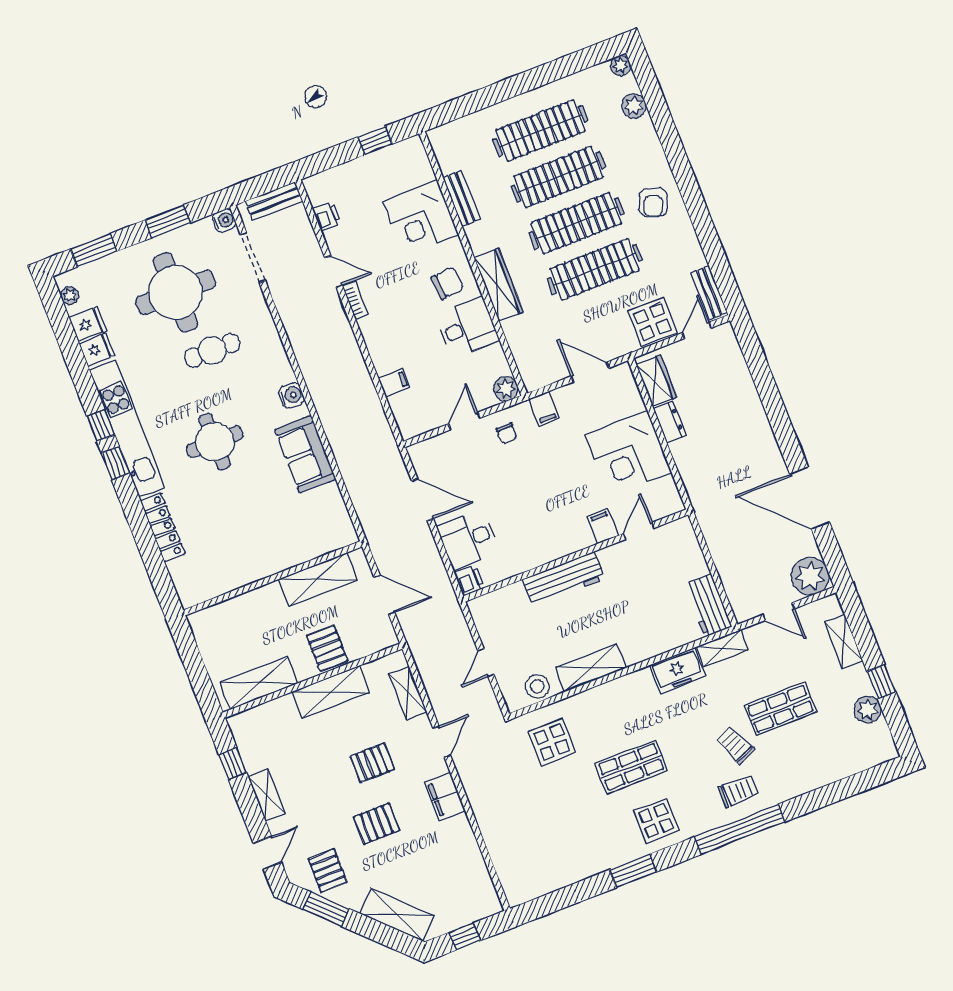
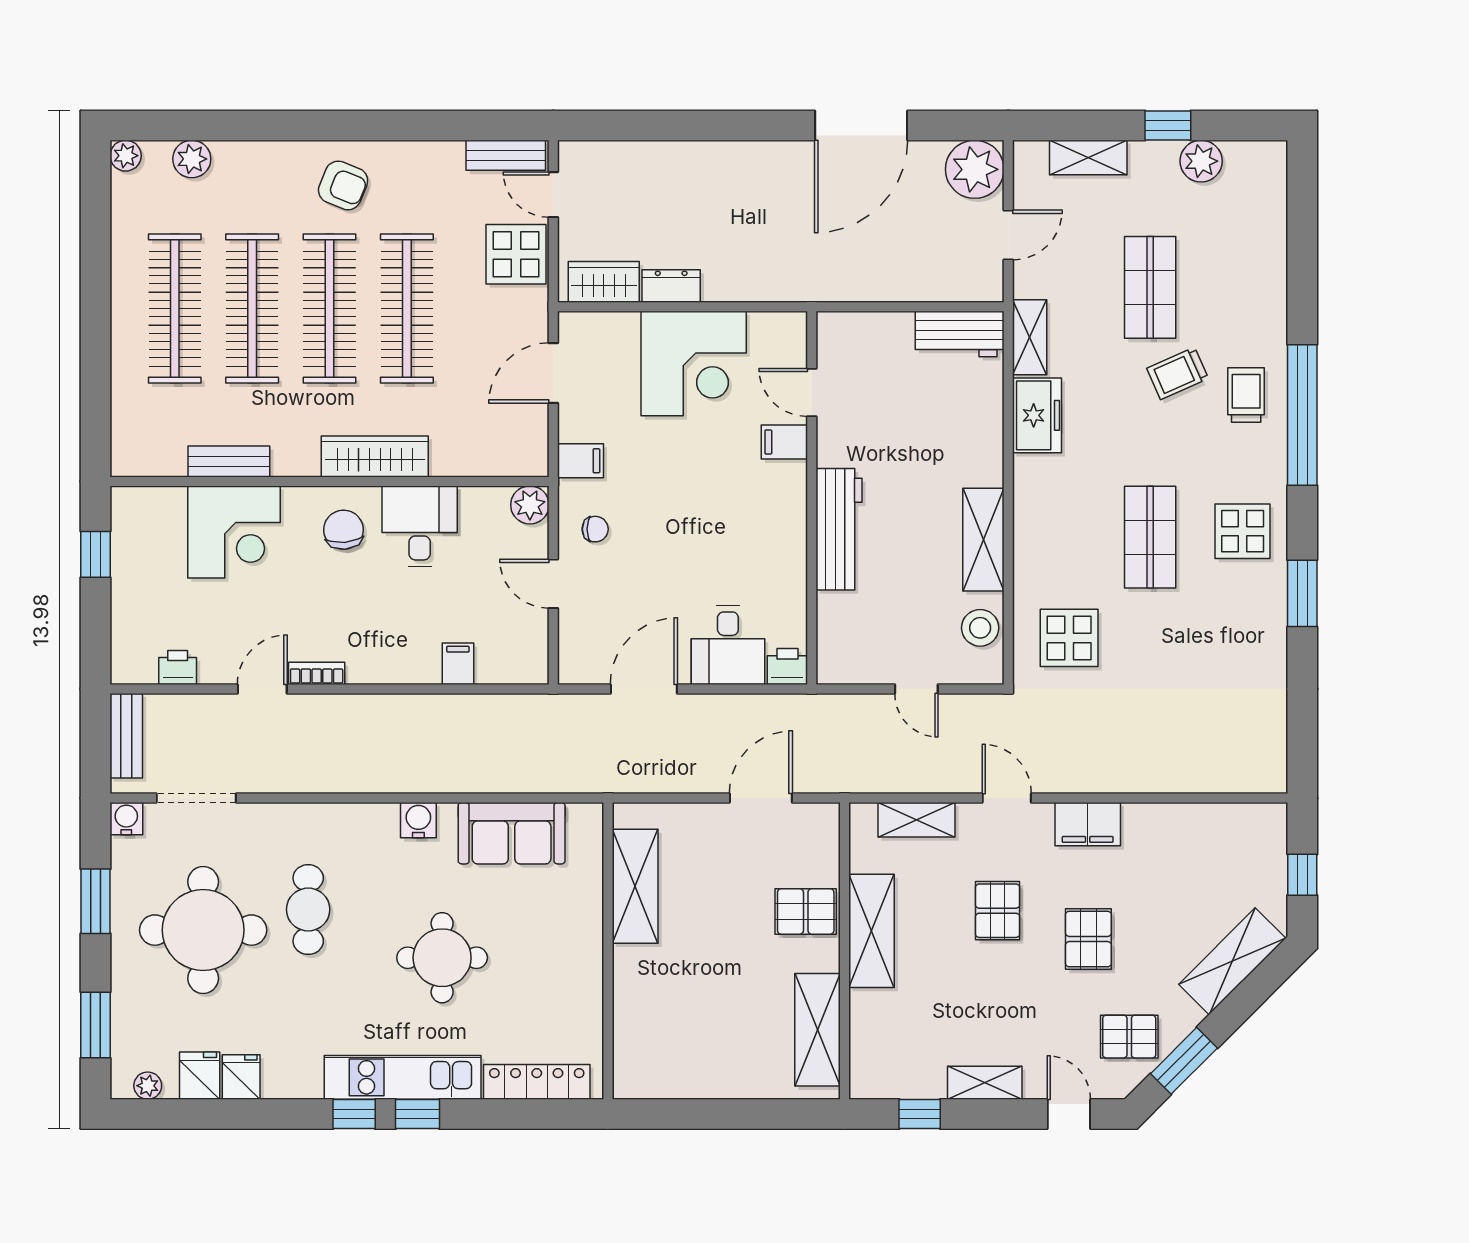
kitchen unit: (127, 429) -> (403, 1077), width x0.73
wall: (273, 578) -> (608, 951), moved
shelving: (318, 580) -> (635, 886), moved

